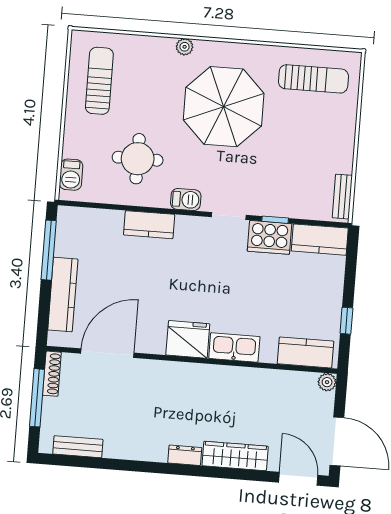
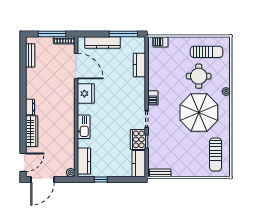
round table: (138, 159) -> (199, 76), moved
kitchen counter: (149, 225) -> (139, 65), moved
fridge: (188, 339) -> (86, 94), moved

